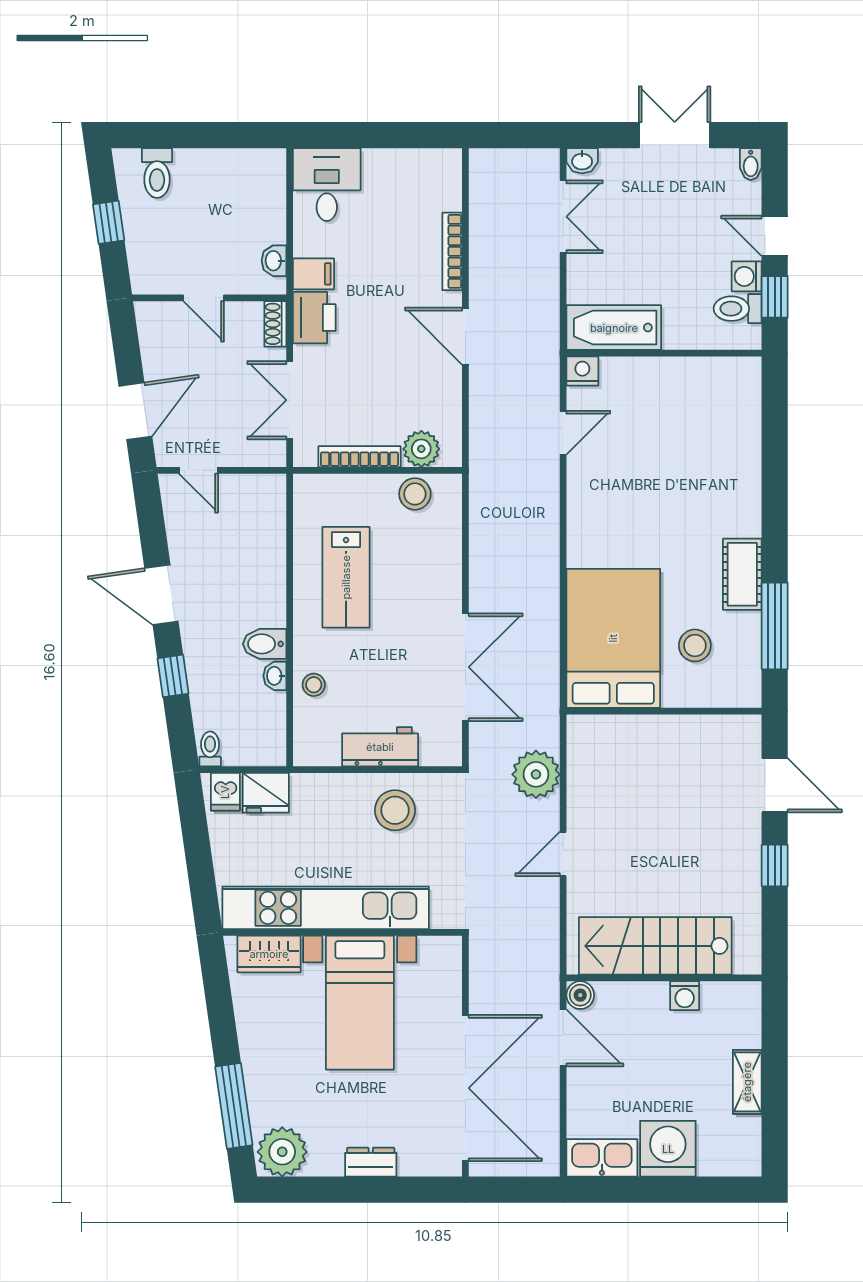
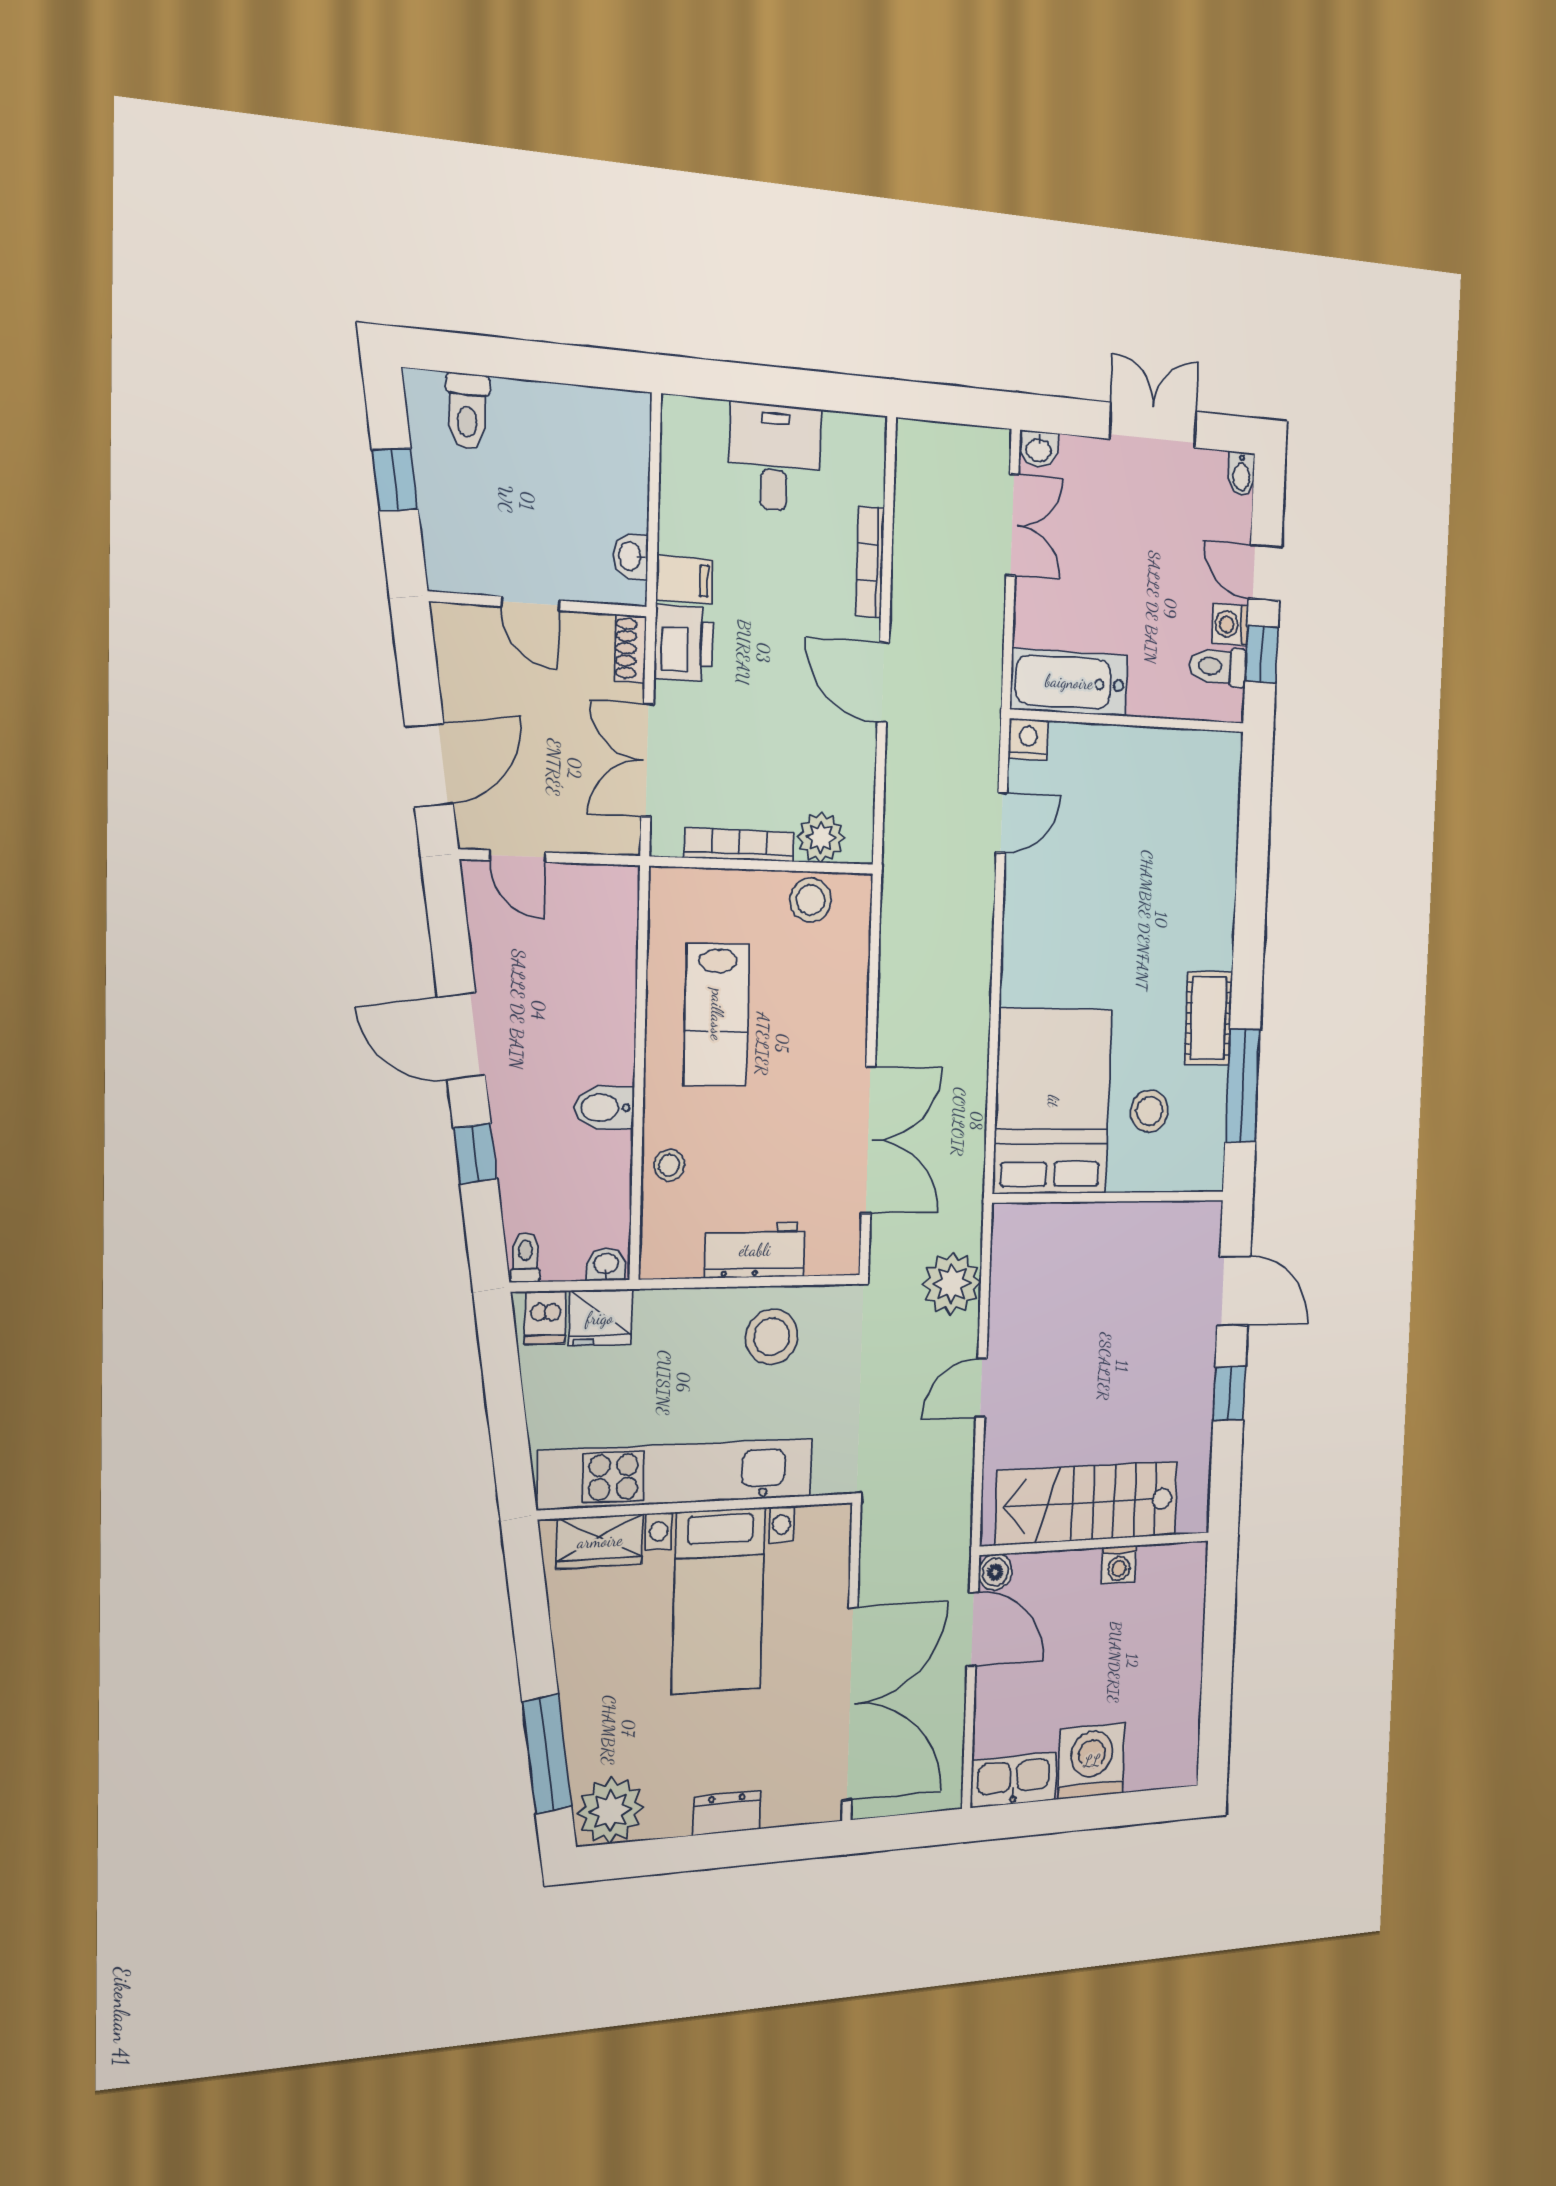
desk: (327, 185) -> (774, 458), moved
washbasin: (275, 676) -> (606, 1264), moved, turned 90
shelving: (747, 1082) -> (1186, 1669), removed

